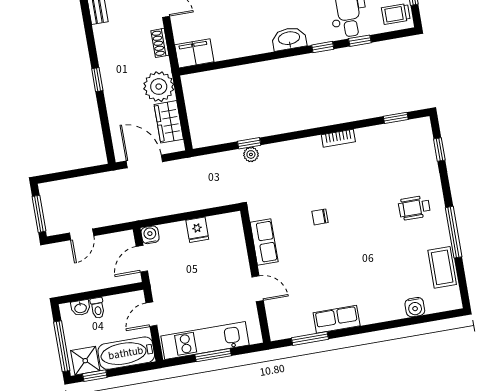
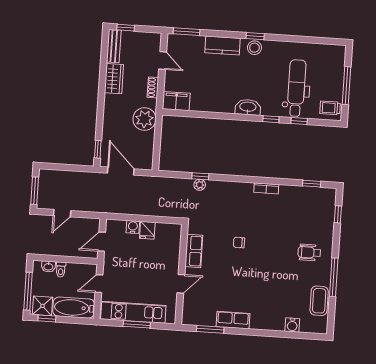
window: (97, 80) -> (98, 149), moved
wardrobe: (169, 122) -> (114, 79), moved, turned 180
water cooler: (150, 235) -> (133, 227), moved
door: (258, 289) -> (181, 284), hinge flipped

